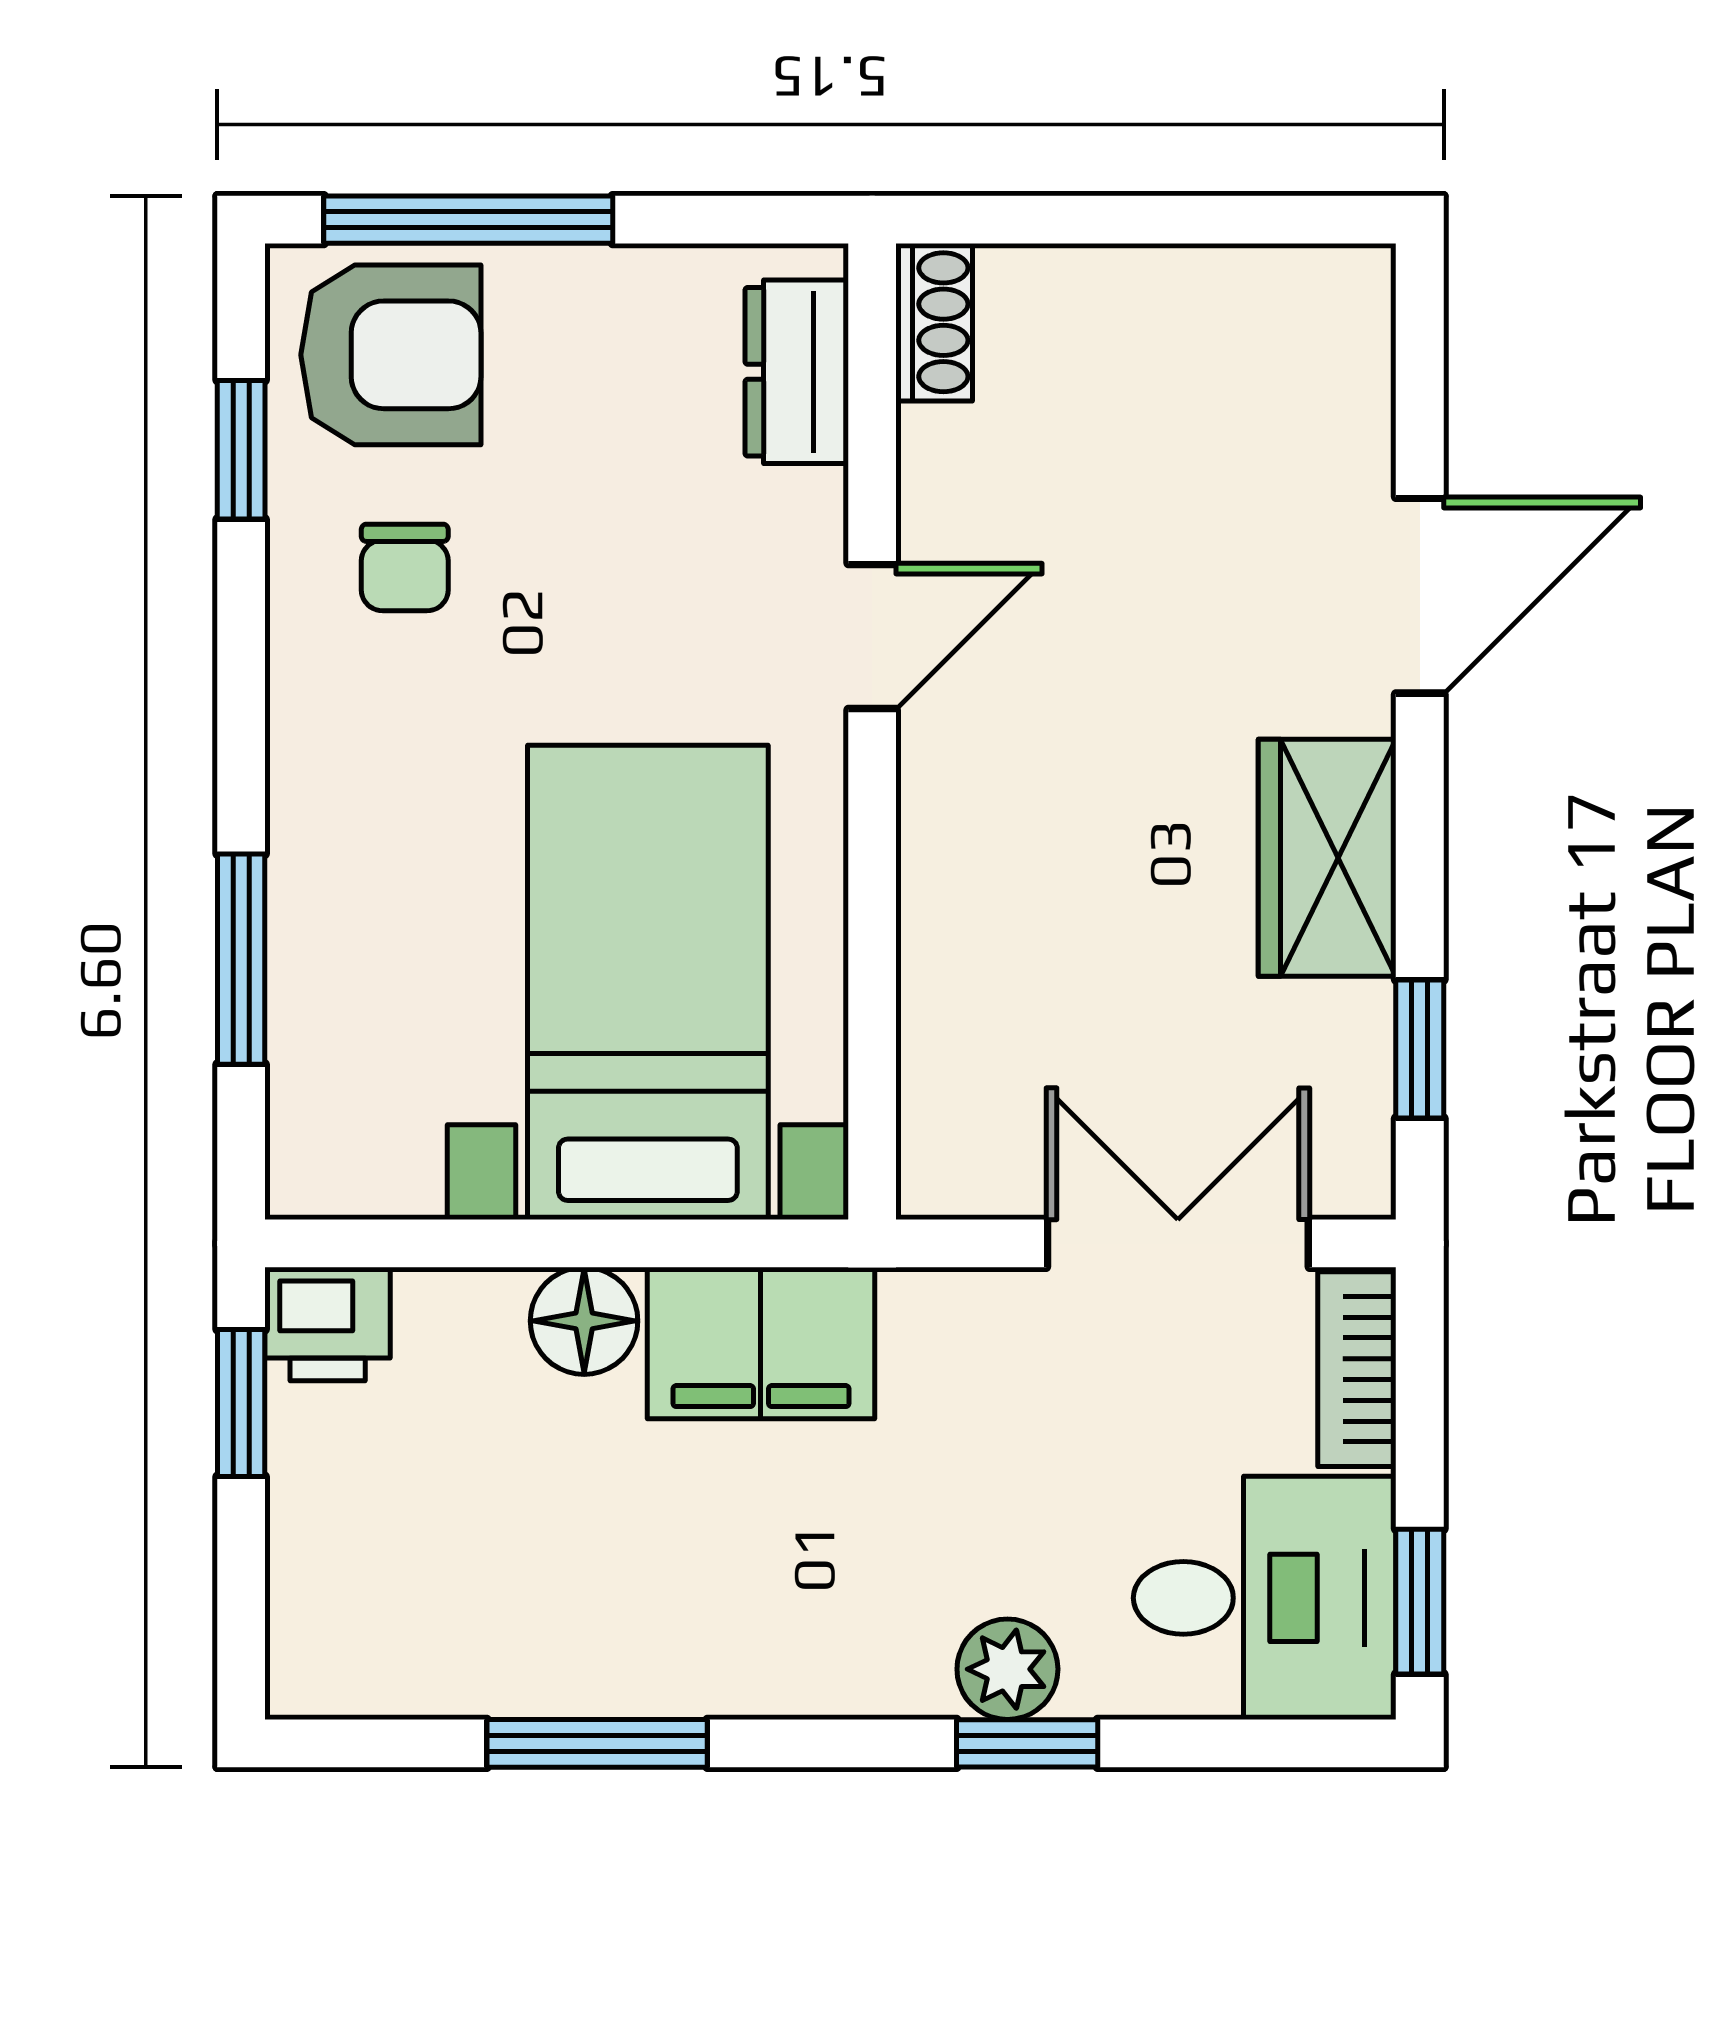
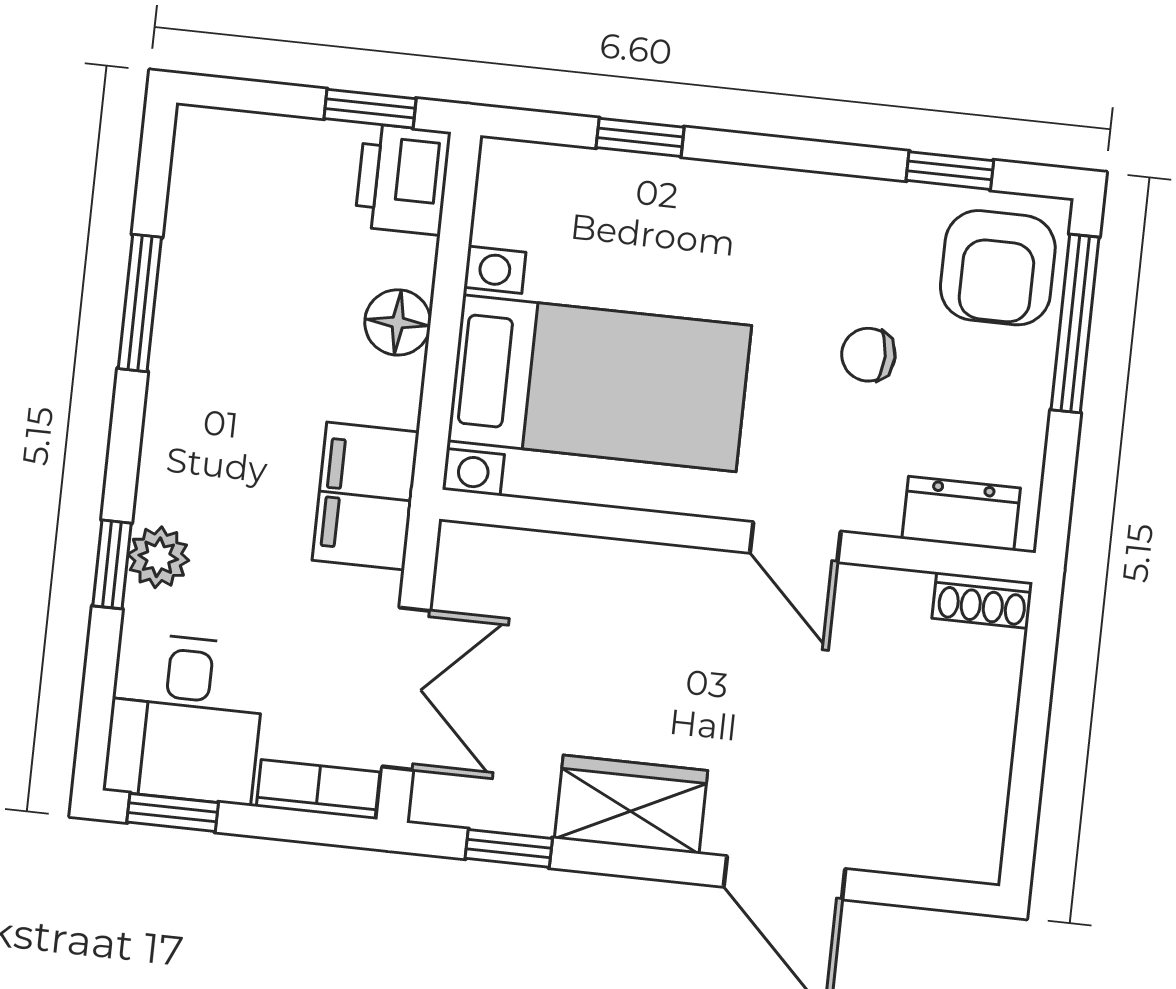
chair: (405, 568) -> (868, 355), moved
window: (241, 959) -> (640, 137), width x0.67
printer: (328, 1324) -> (403, 179), width x1.36, depth x1.24
filing cabinet: (761, 1343) -> (366, 496), moved

